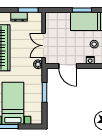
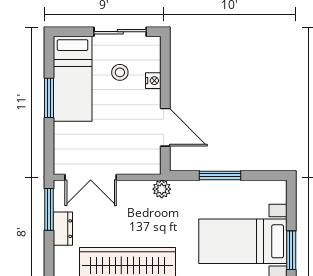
double door: (44, 46) -> (91, 177), moved
door: (68, 66) -> (165, 127), hinge flipped

